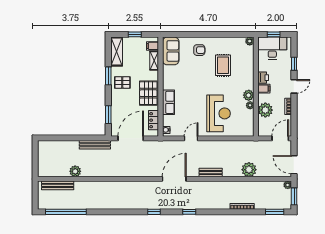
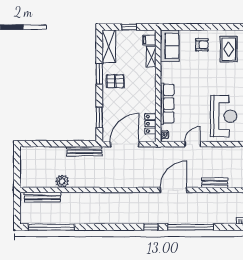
rug: (223, 65) -> (229, 49), moved
pallet: (148, 93) -> (145, 93), removed
row of seats: (168, 102) -> (167, 104), width x1.48
window: (189, 212) -> (190, 227), width x3.17

